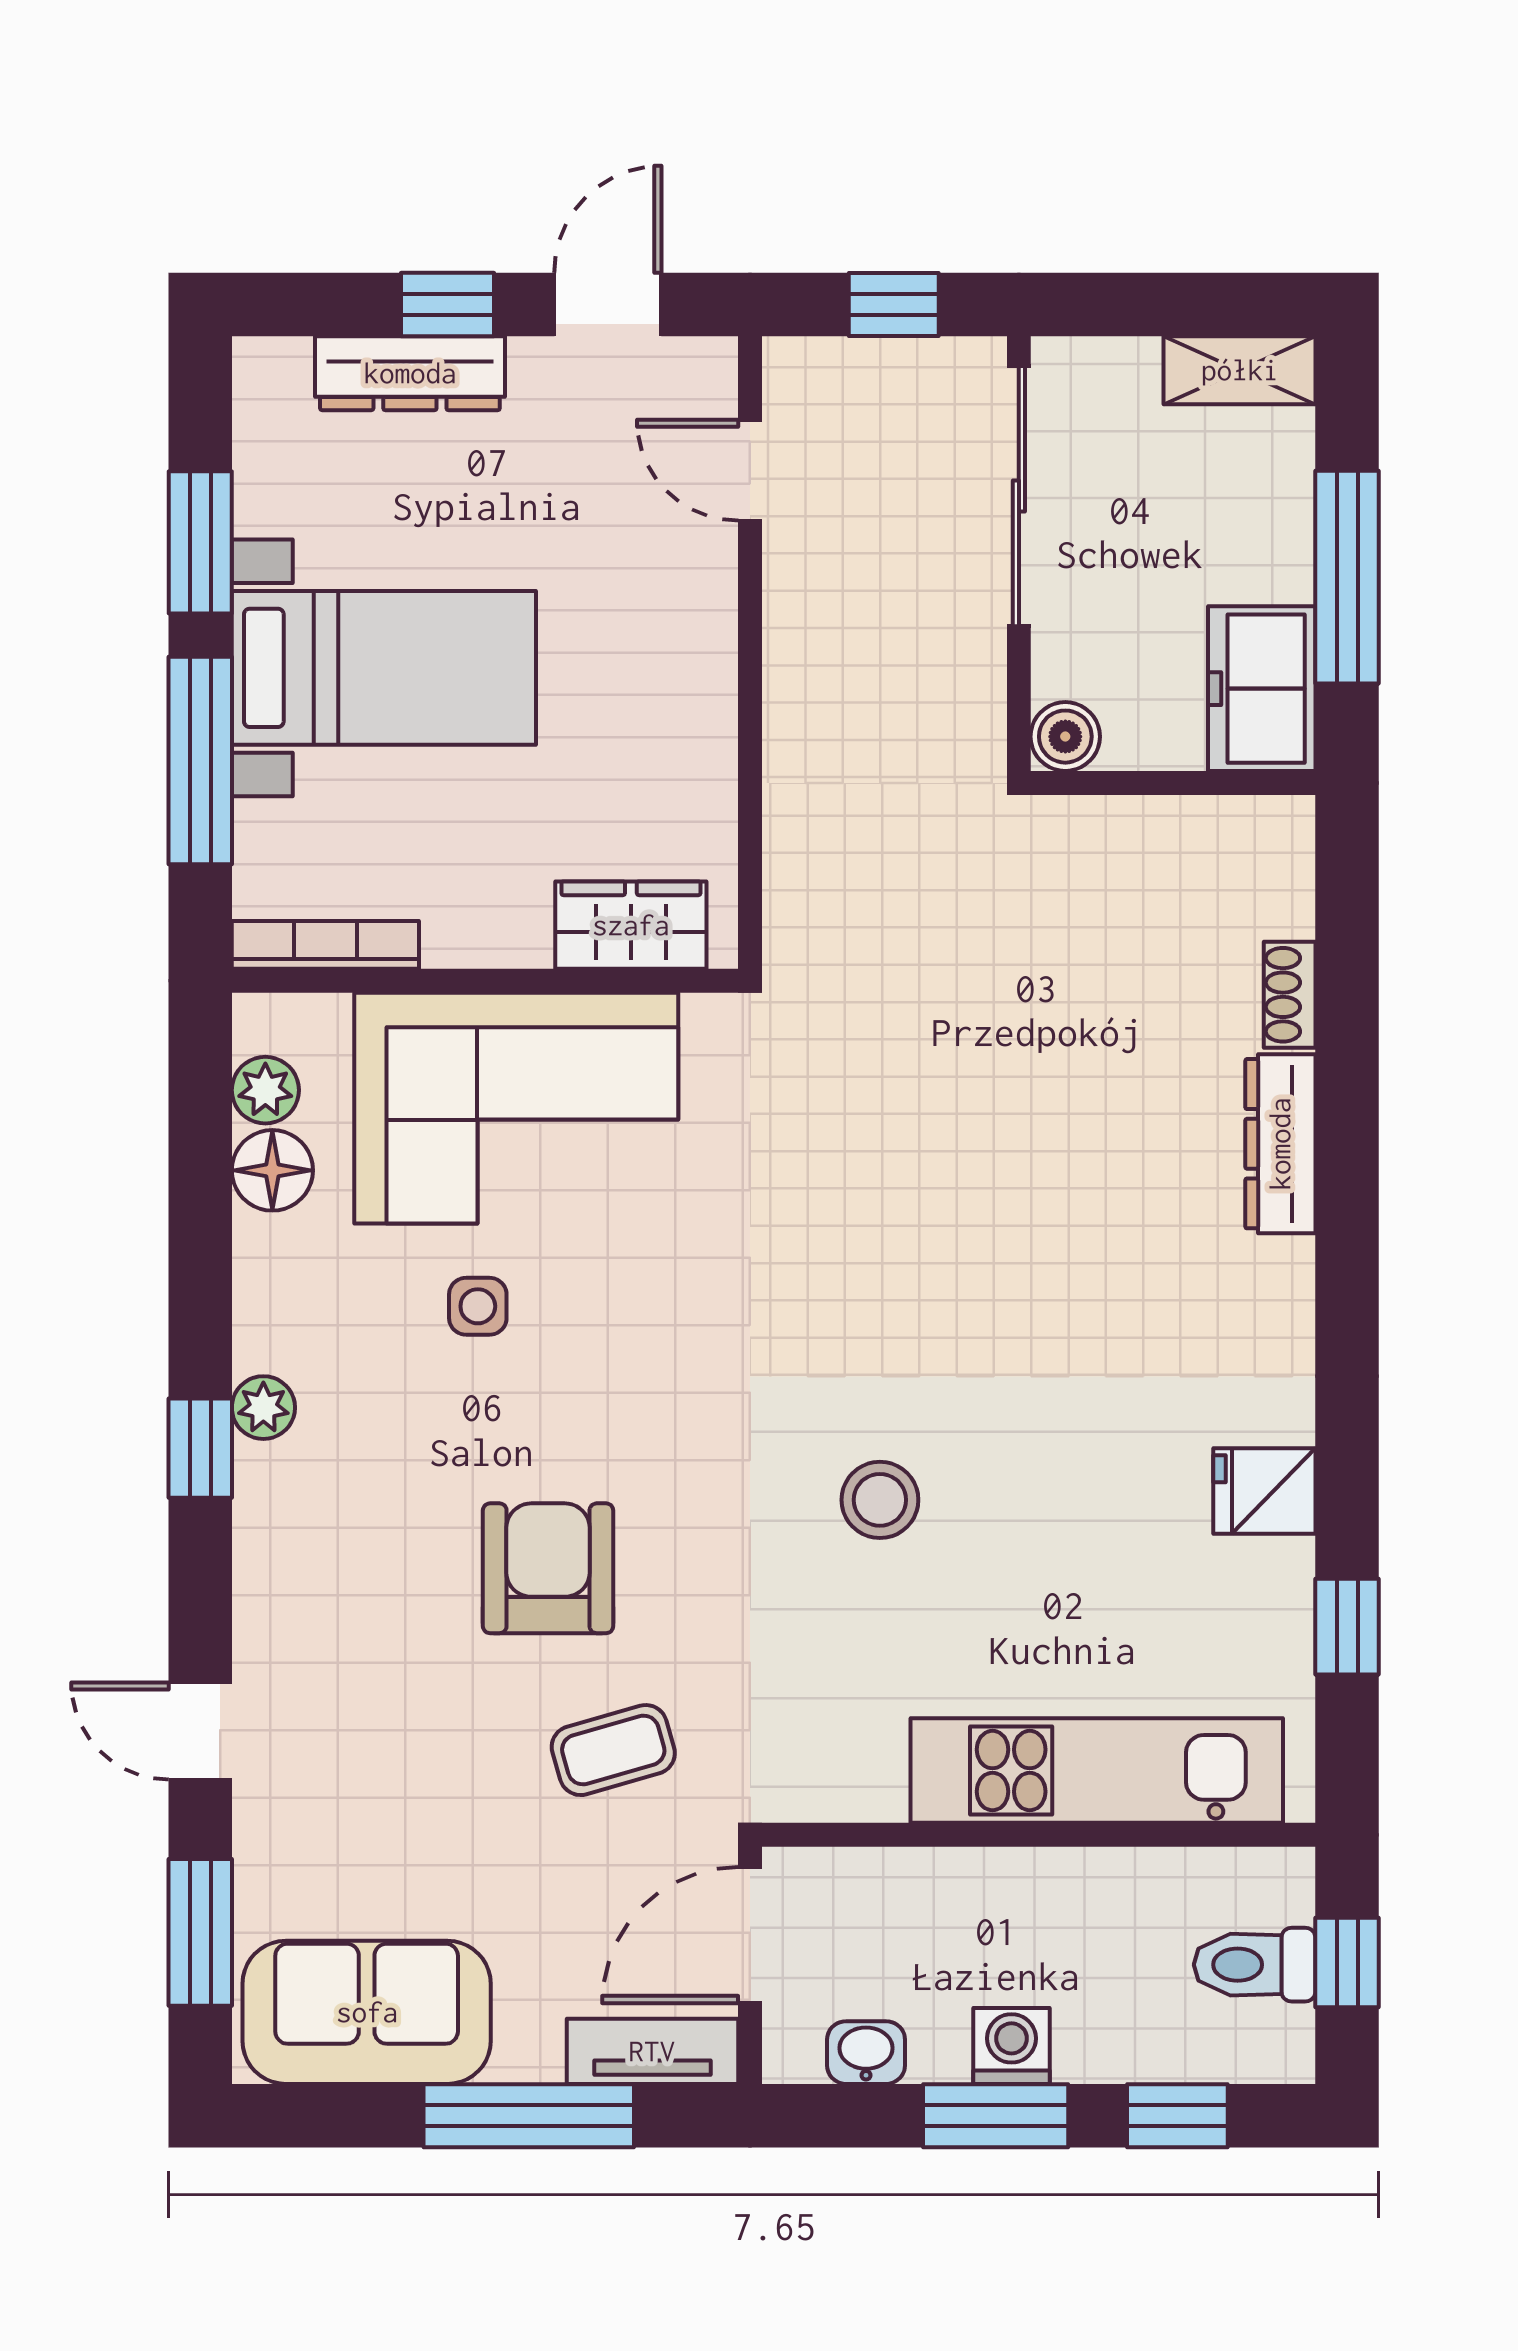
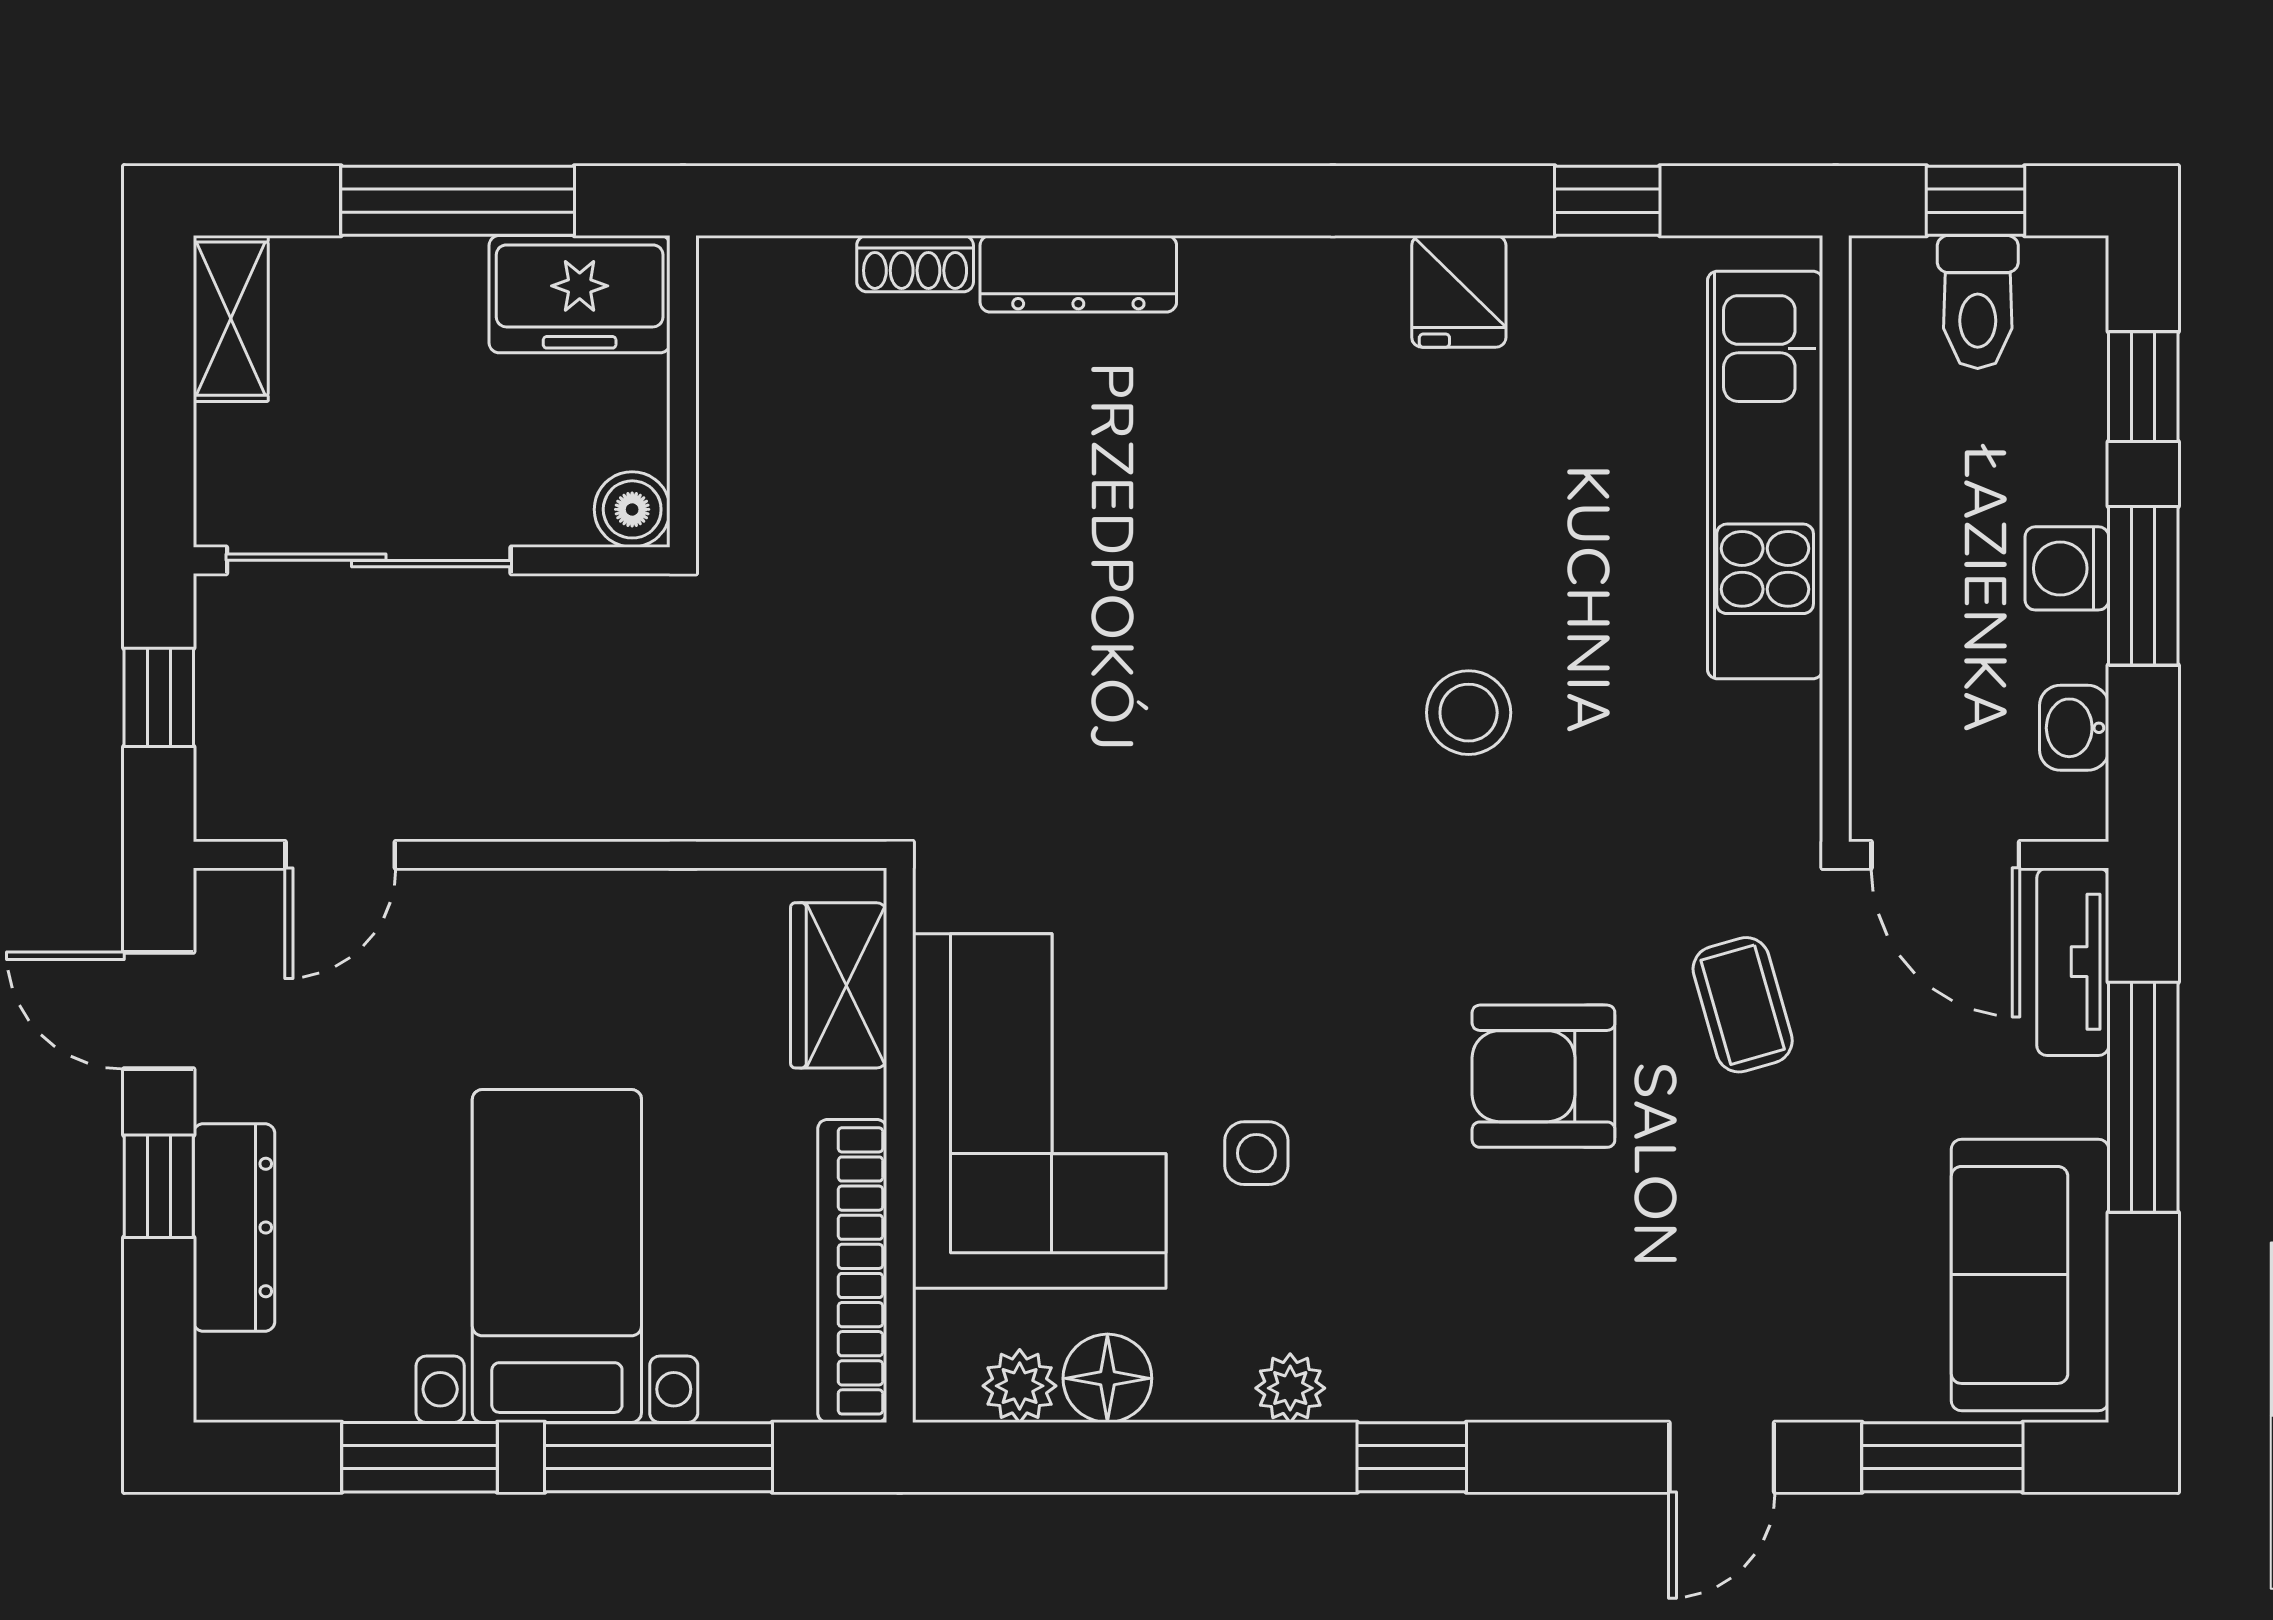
bookcase: (325, 945) -> (852, 1271), width x1.48, depth x1.31
plant: (263, 1408) -> (1290, 1388), moved

